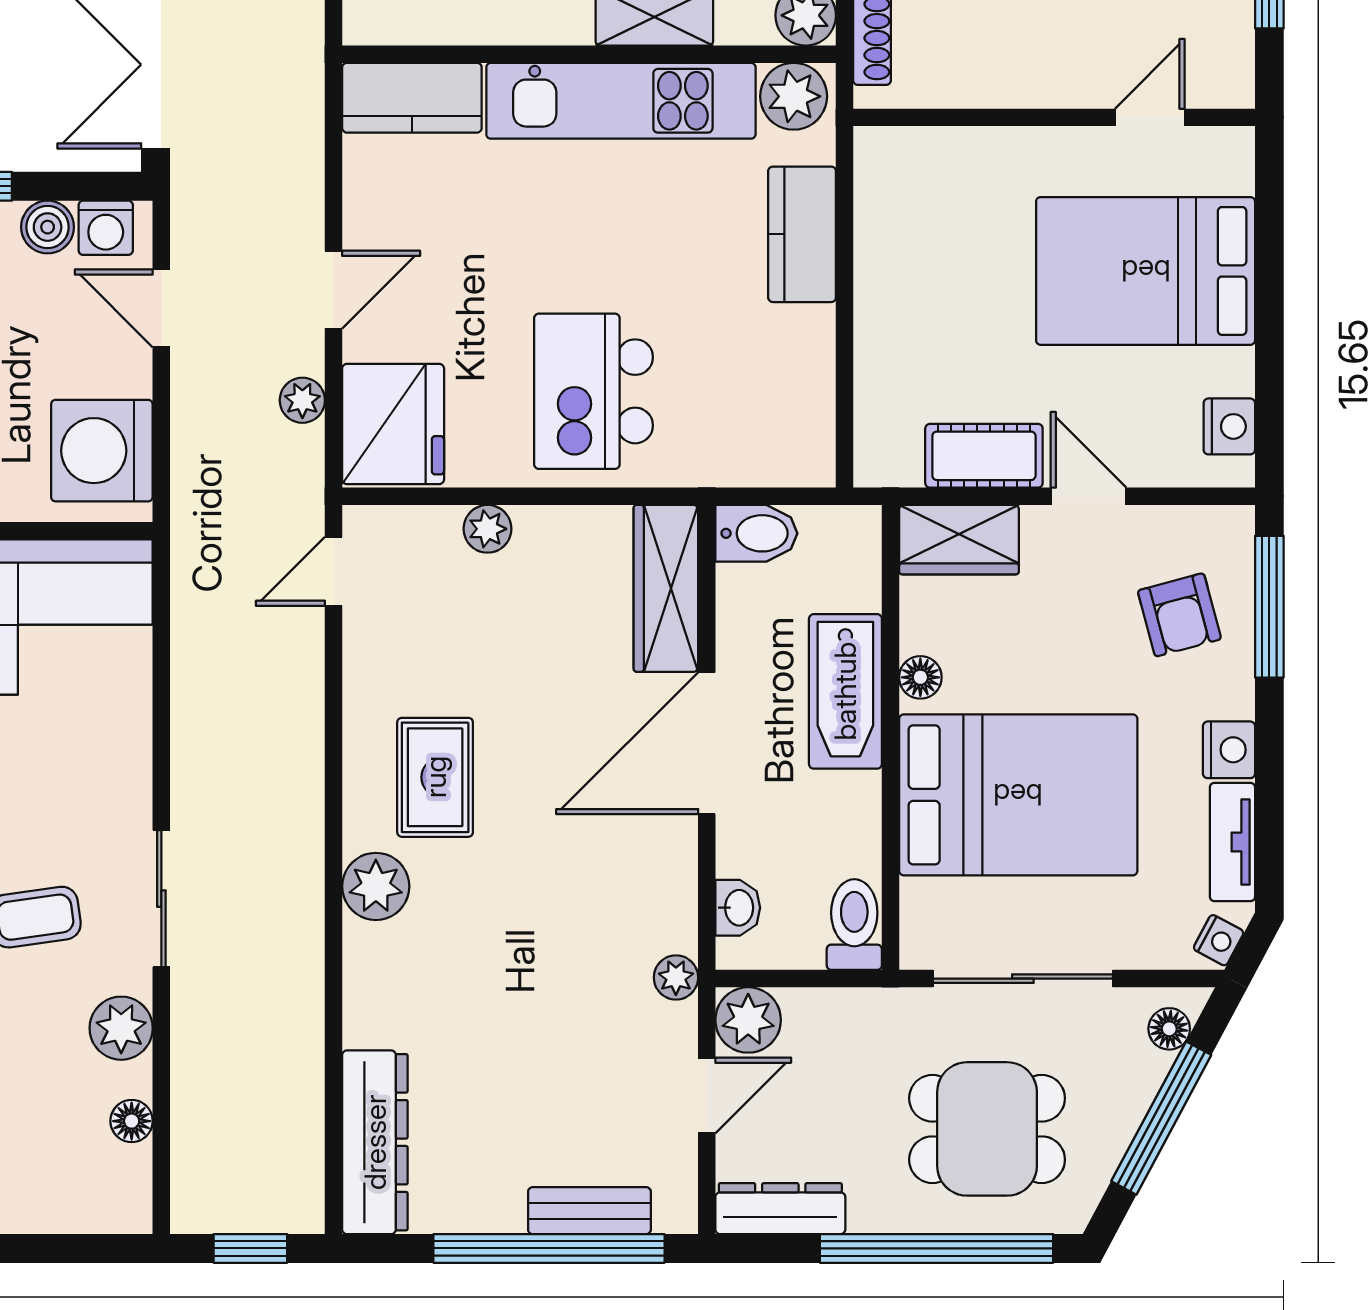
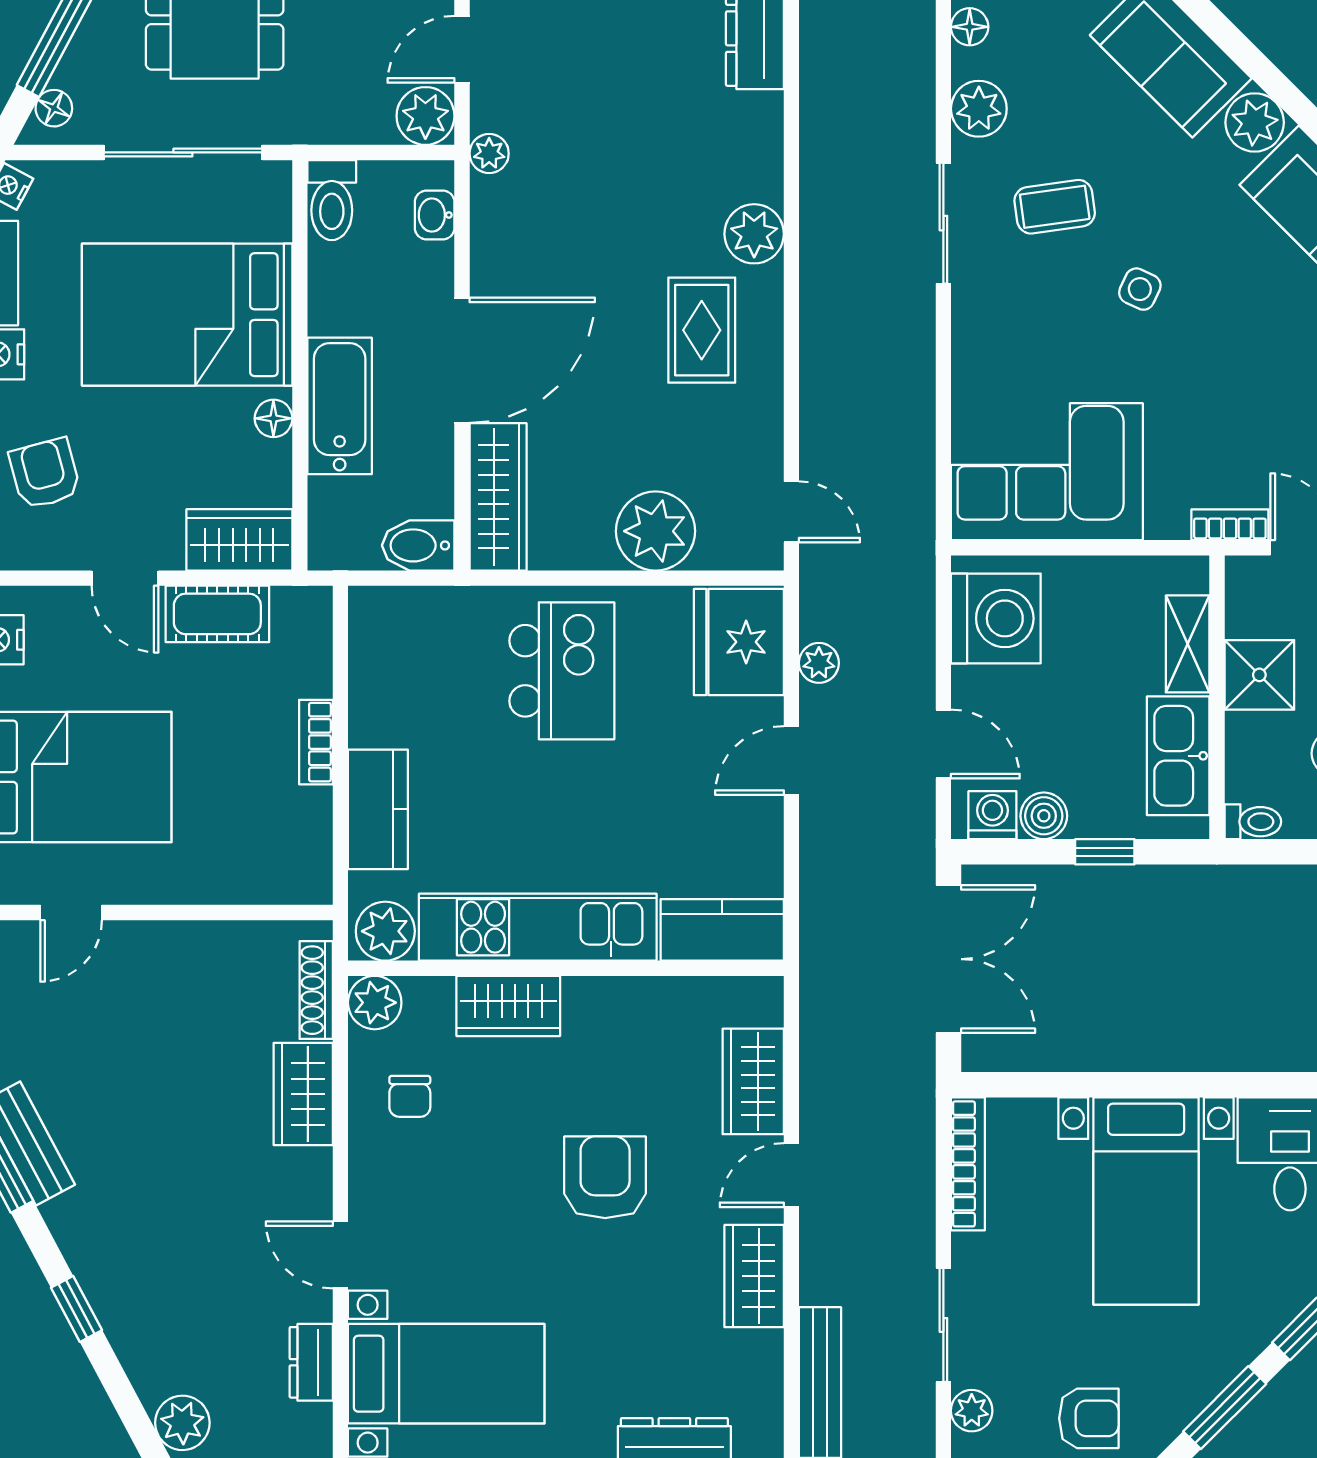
bookcase: (872, 311) -> (316, 742), added
plant: (488, 529) -> (655, 531), width x1.87, depth x1.87
door: (334, 571) -> (791, 512), hinge flipped

